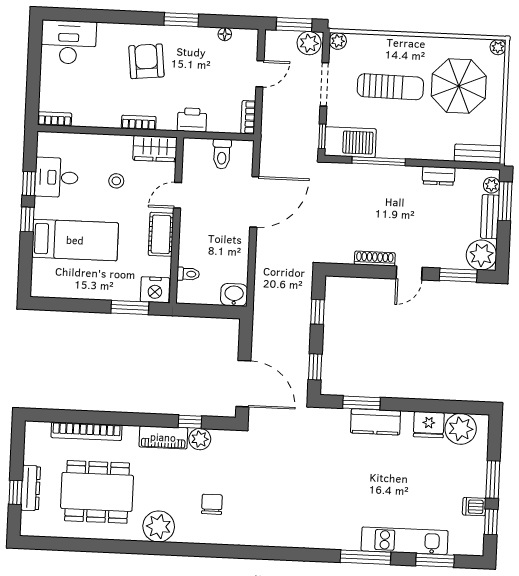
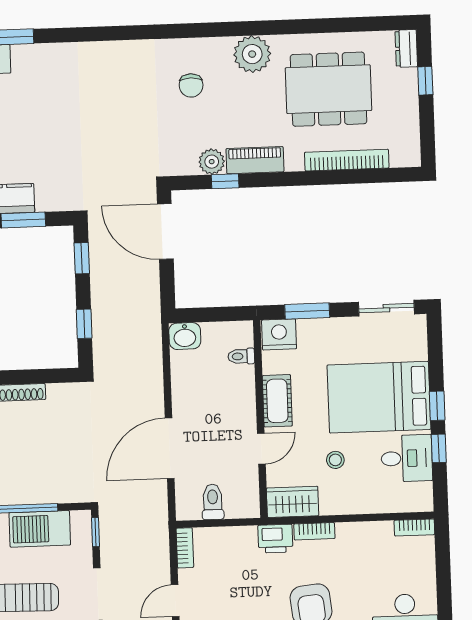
printer: (192, 120) -> (275, 539), moved
barbecue: (350, 142) -> (40, 529), moved
bed: (75, 240) -> (379, 397), width x1.50
sliding door: (63, 305) -> (386, 308), added
dresser: (31, 488) -> (406, 49), moved, width x0.70

